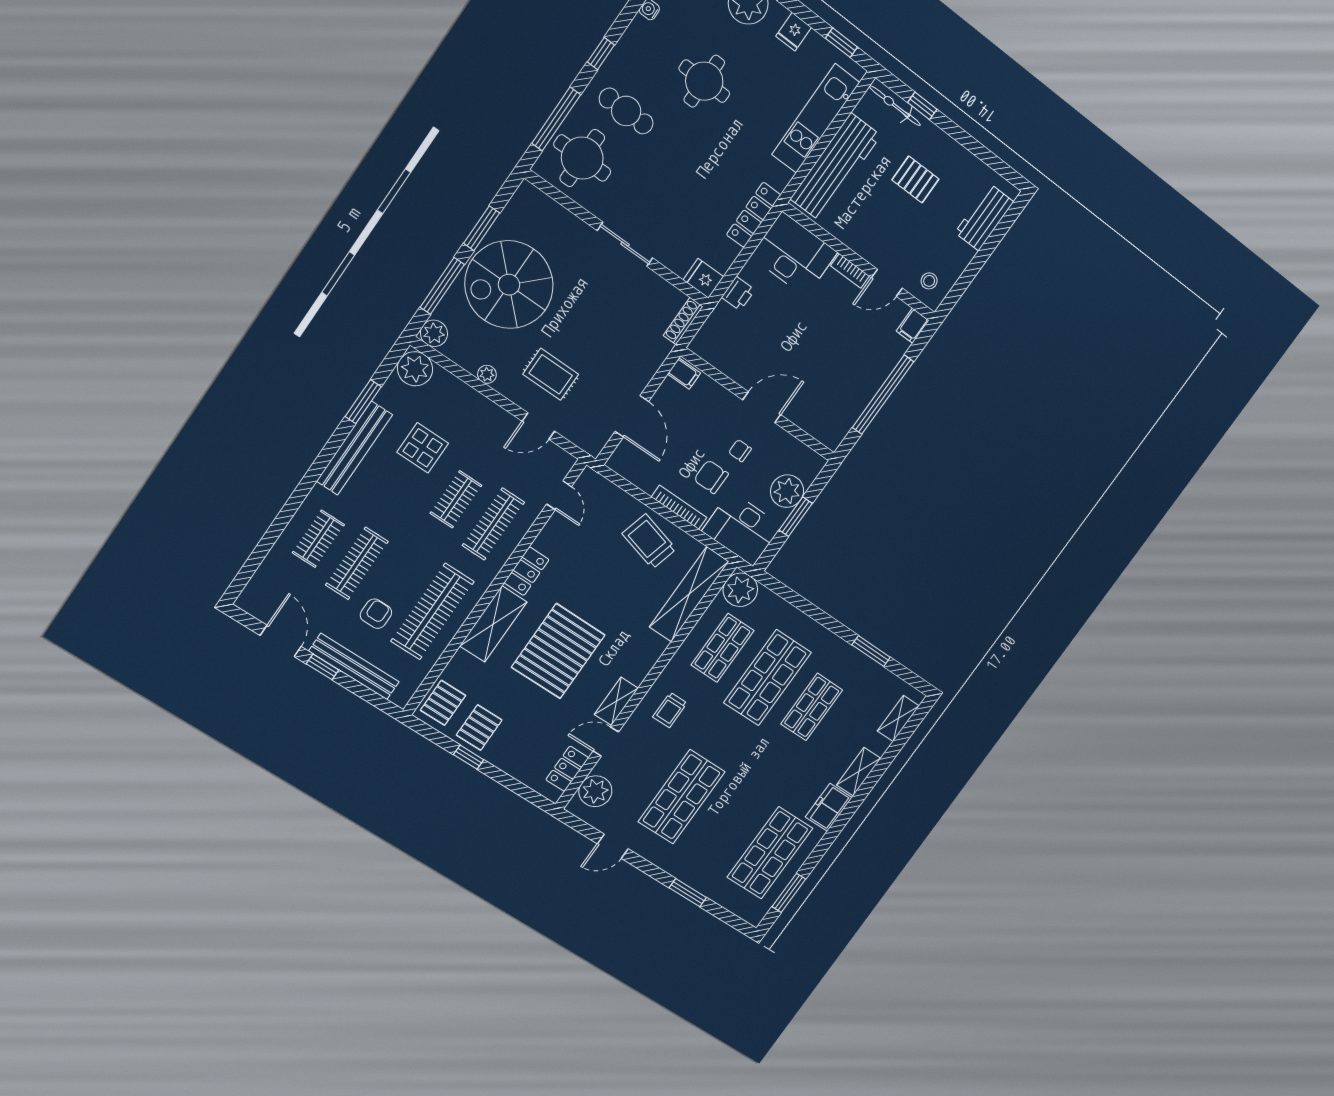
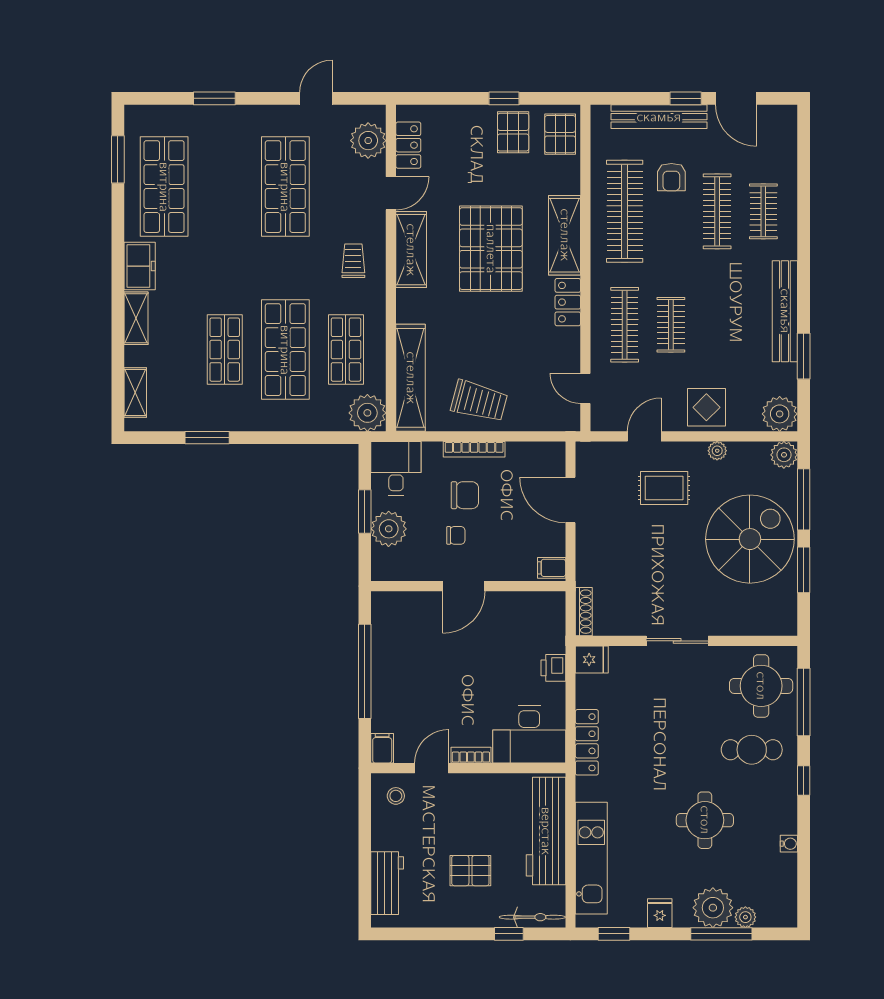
display table: (423, 448) -> (706, 407), moved
desk: (742, 529) -> (396, 468), width x0.73
shelving: (616, 701) -> (411, 250), width x1.50, depth x1.33

